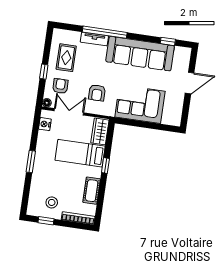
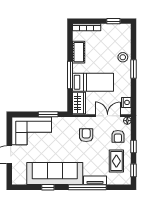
window: (168, 41) -> (48, 187), moved
window: (48, 44) -> (134, 170), added
corner sofa: (140, 104) -> (32, 131), moved
double door: (69, 112) -> (108, 116), swing flipped
window: (138, 123) -> (48, 114), added
window: (105, 165) -> (70, 75), width x2.17
stool: (52, 202) -> (123, 57), moved

